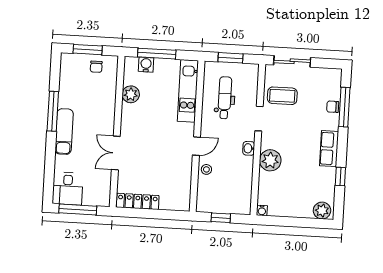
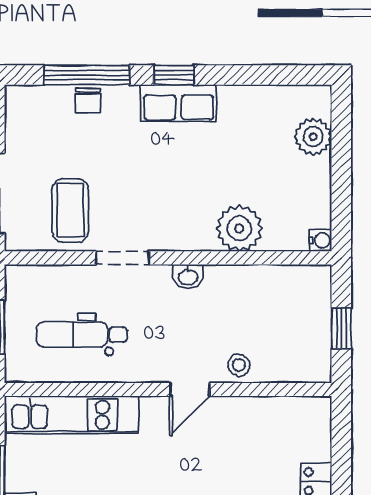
door: (196, 146) -> (190, 389), swing flipped
plant: (270, 160) -> (239, 228), moved
window: (340, 176) -> (174, 75), moved
plant: (322, 211) -> (313, 137), moved

